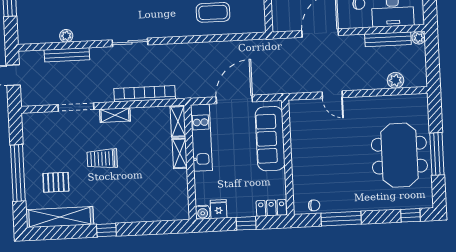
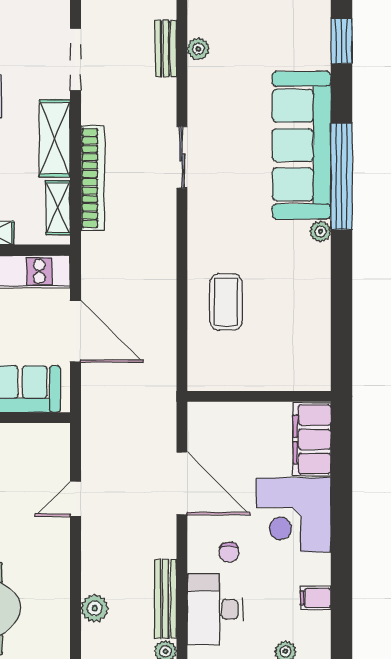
bench: (67, 55) -> (166, 48), width x0.73
shelving: (115, 115) -> (55, 138), width x1.50, depth x1.33
shelving: (178, 121) -> (58, 208), moved, turned 90

